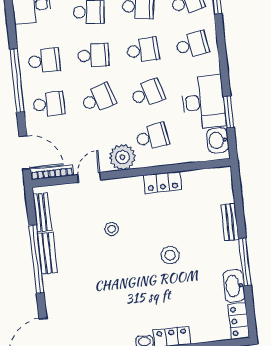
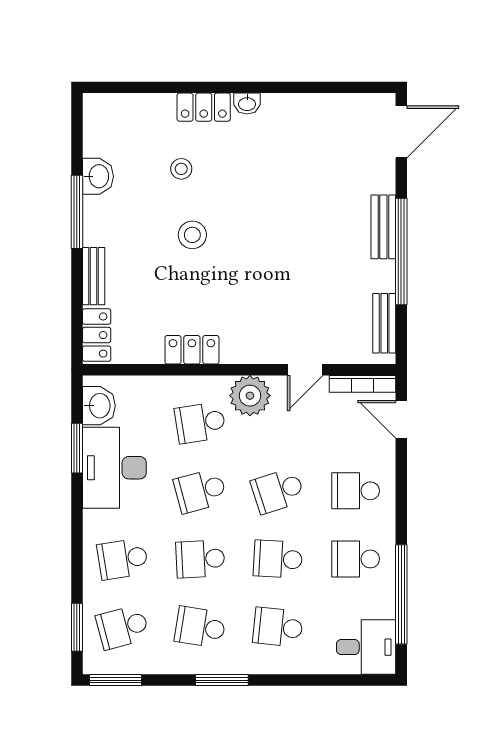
window: (17, 81) -> (401, 594), moved
door: (25, 153) -> (401, 419), width x0.73
stool: (112, 229) -> (181, 169), moved
bench: (47, 253) -> (383, 227), moved
washbasin: (234, 286) -> (98, 176), width x0.72
locker: (239, 321) -> (97, 335), moved

